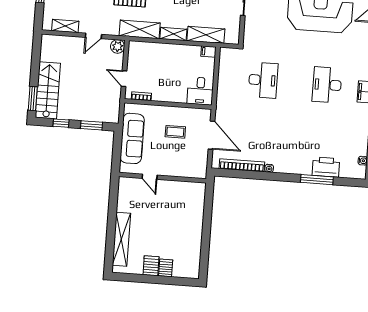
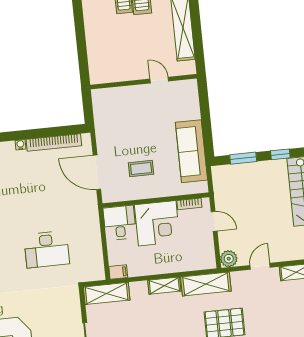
shelving: (206, 35) -> (107, 293), moved
desk: (263, 80) -> (47, 249), turned -90
corner desk: (170, 85) -> (157, 223), added
door: (150, 177) -> (159, 80), moved
wall: (163, 178) -> (144, 82), moved

